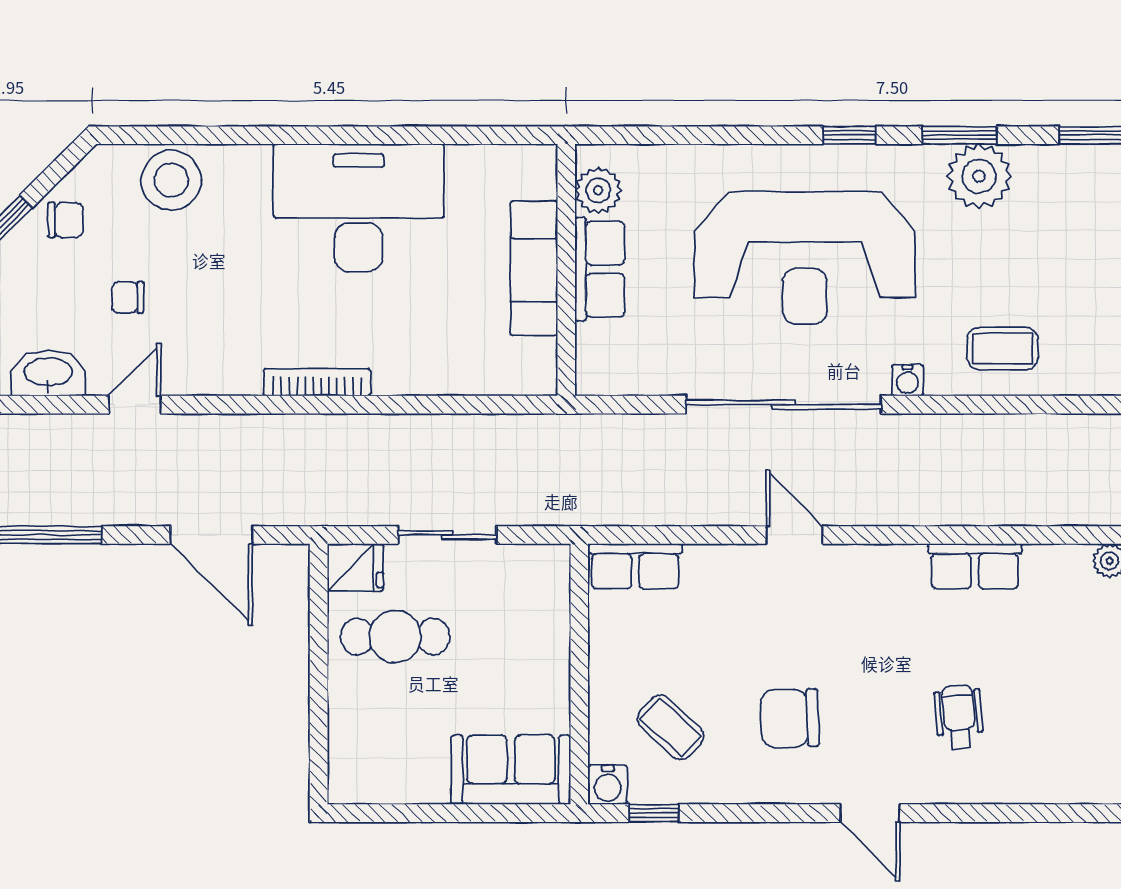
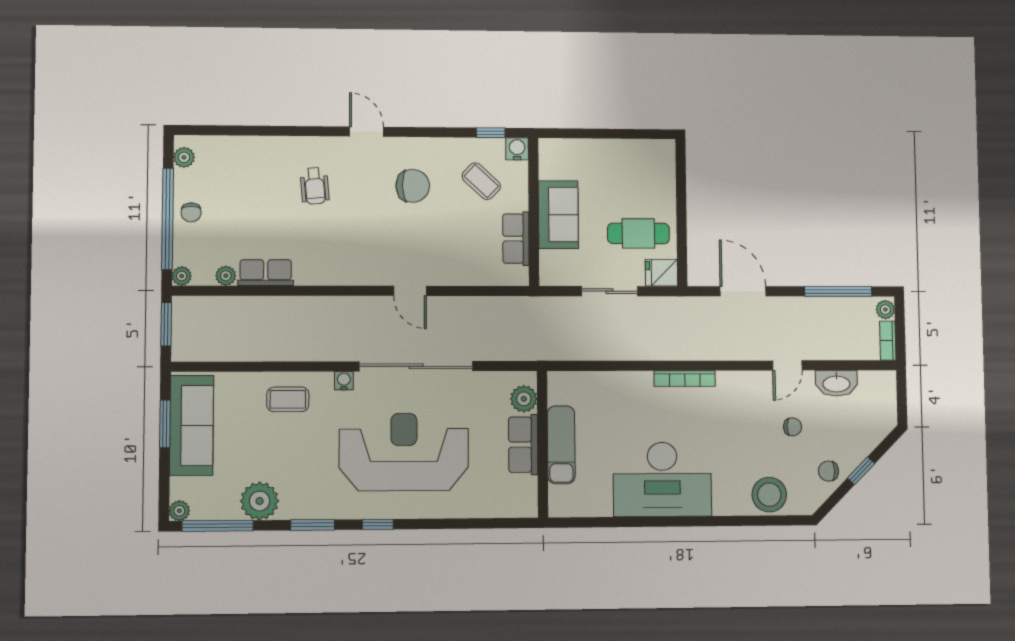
plant: (979, 176) -> (260, 501), moved
plant: (598, 190) -> (524, 399), moved
row of seats: (635, 566) -> (516, 239), moved, turned -90
row of seats: (975, 566) -> (266, 273), moved
sofa: (511, 770) -> (558, 215), moved, turned -90

